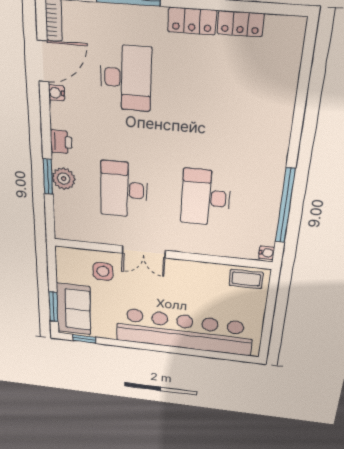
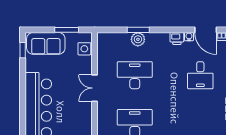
desk: (126, 78) -> (200, 75), width x0.73
printer: (61, 142) -> (177, 38), moved
side table: (103, 271) -> (84, 49), moved
window: (54, 307) -> (67, 30), moved

